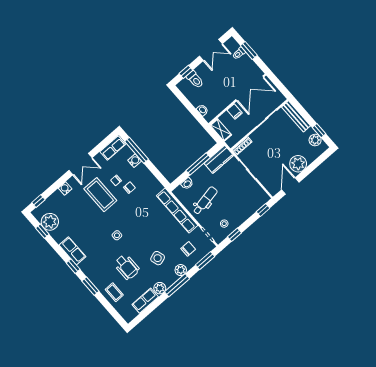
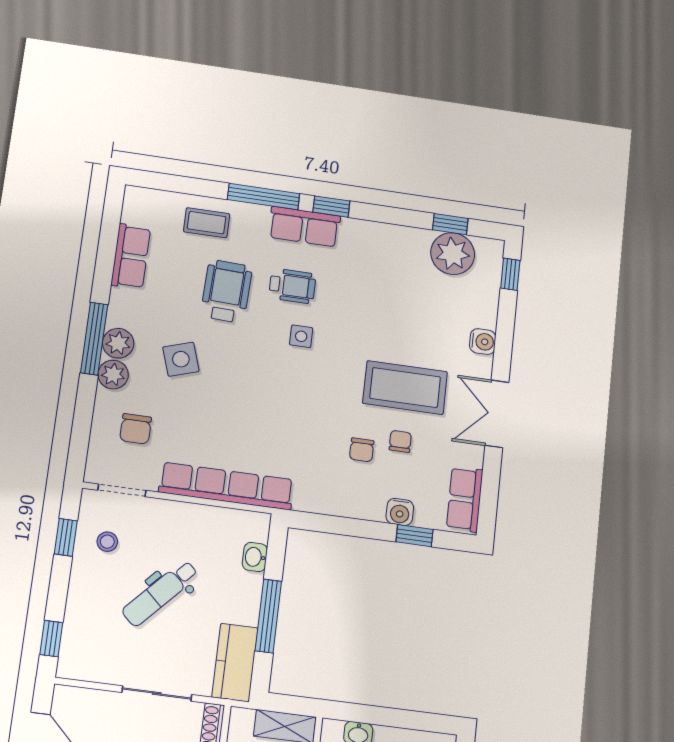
window: (137, 150) -> (414, 536), width x0.46
dental chair: (205, 201) -> (160, 593), moved, turned 54
row of seats: (72, 251) -> (304, 227), moved
wheelchair: (106, 252) -> (292, 286), added
window: (205, 261) -> (80, 435), removed
wheelchair: (127, 267) -> (226, 291), turned 92
window: (90, 286) -> (264, 197), width x1.44
plant: (160, 288) -> (118, 343), moved

